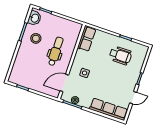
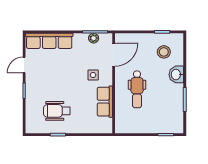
washbasin: (34, 18) -> (176, 74), moved
stool: (36, 38) -> (164, 52), moved
row of seats: (87, 39) -> (105, 102), moved

